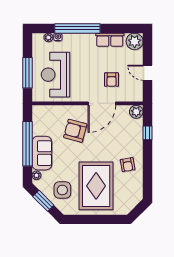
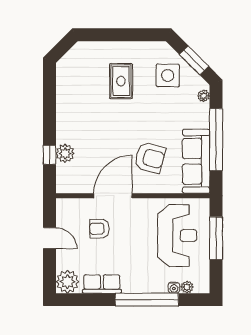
armchair: (112, 80) -> (99, 229), turned -90
plant: (136, 112) -> (65, 153), moved
sofa: (42, 153) -> (196, 161), moved, width x1.36
armchair: (128, 165) -> (77, 111), removed
rug: (96, 186) -> (121, 81), width x0.54, depth x0.49

